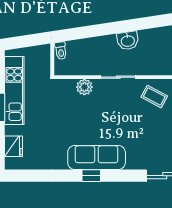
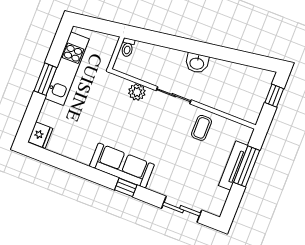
coffee table: (154, 97) -> (202, 128), turned 62
fridge: (13, 146) -> (40, 135), moved
window: (91, 176) -> (126, 187), moved

